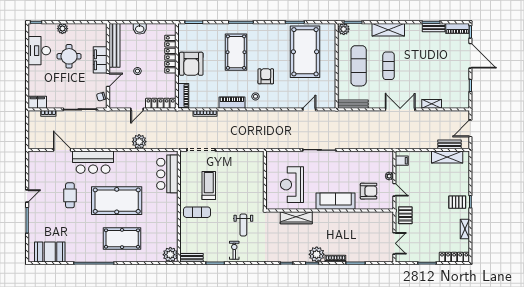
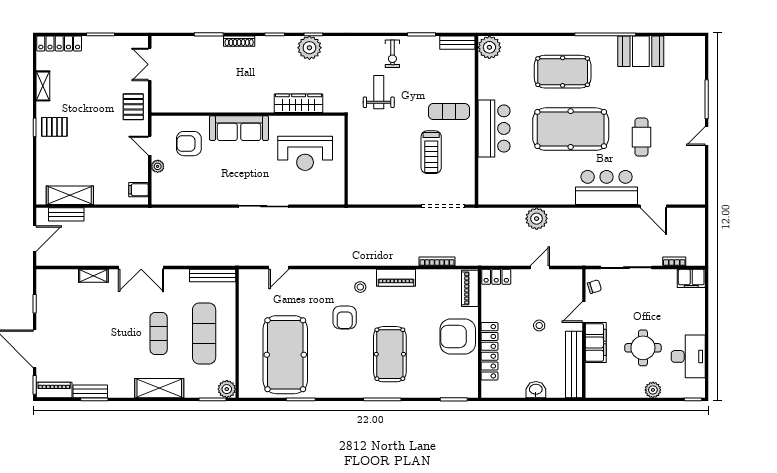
armchair: (191, 64) -> (458, 336), turned -90
locker: (161, 103) -> (496, 277), width x0.66
bar counter: (167, 174) -> (494, 128), moved
reception desk: (292, 185) -> (305, 153), turned 90
booth: (50, 252) -> (641, 51), moved
plant: (317, 254) -> (309, 48), moved

